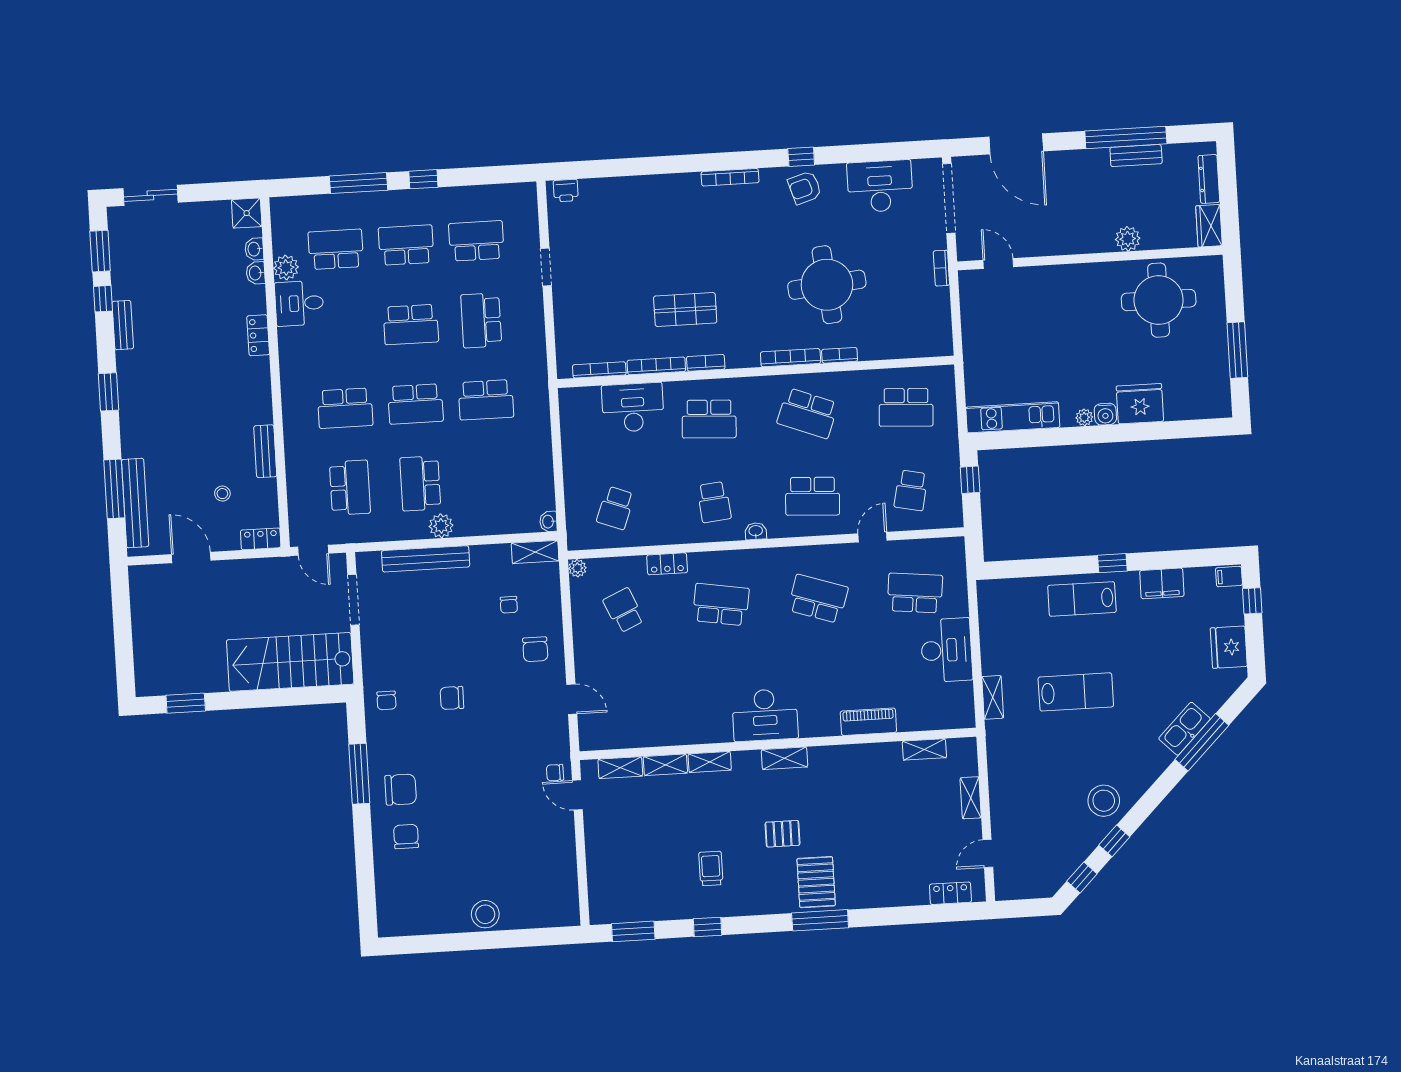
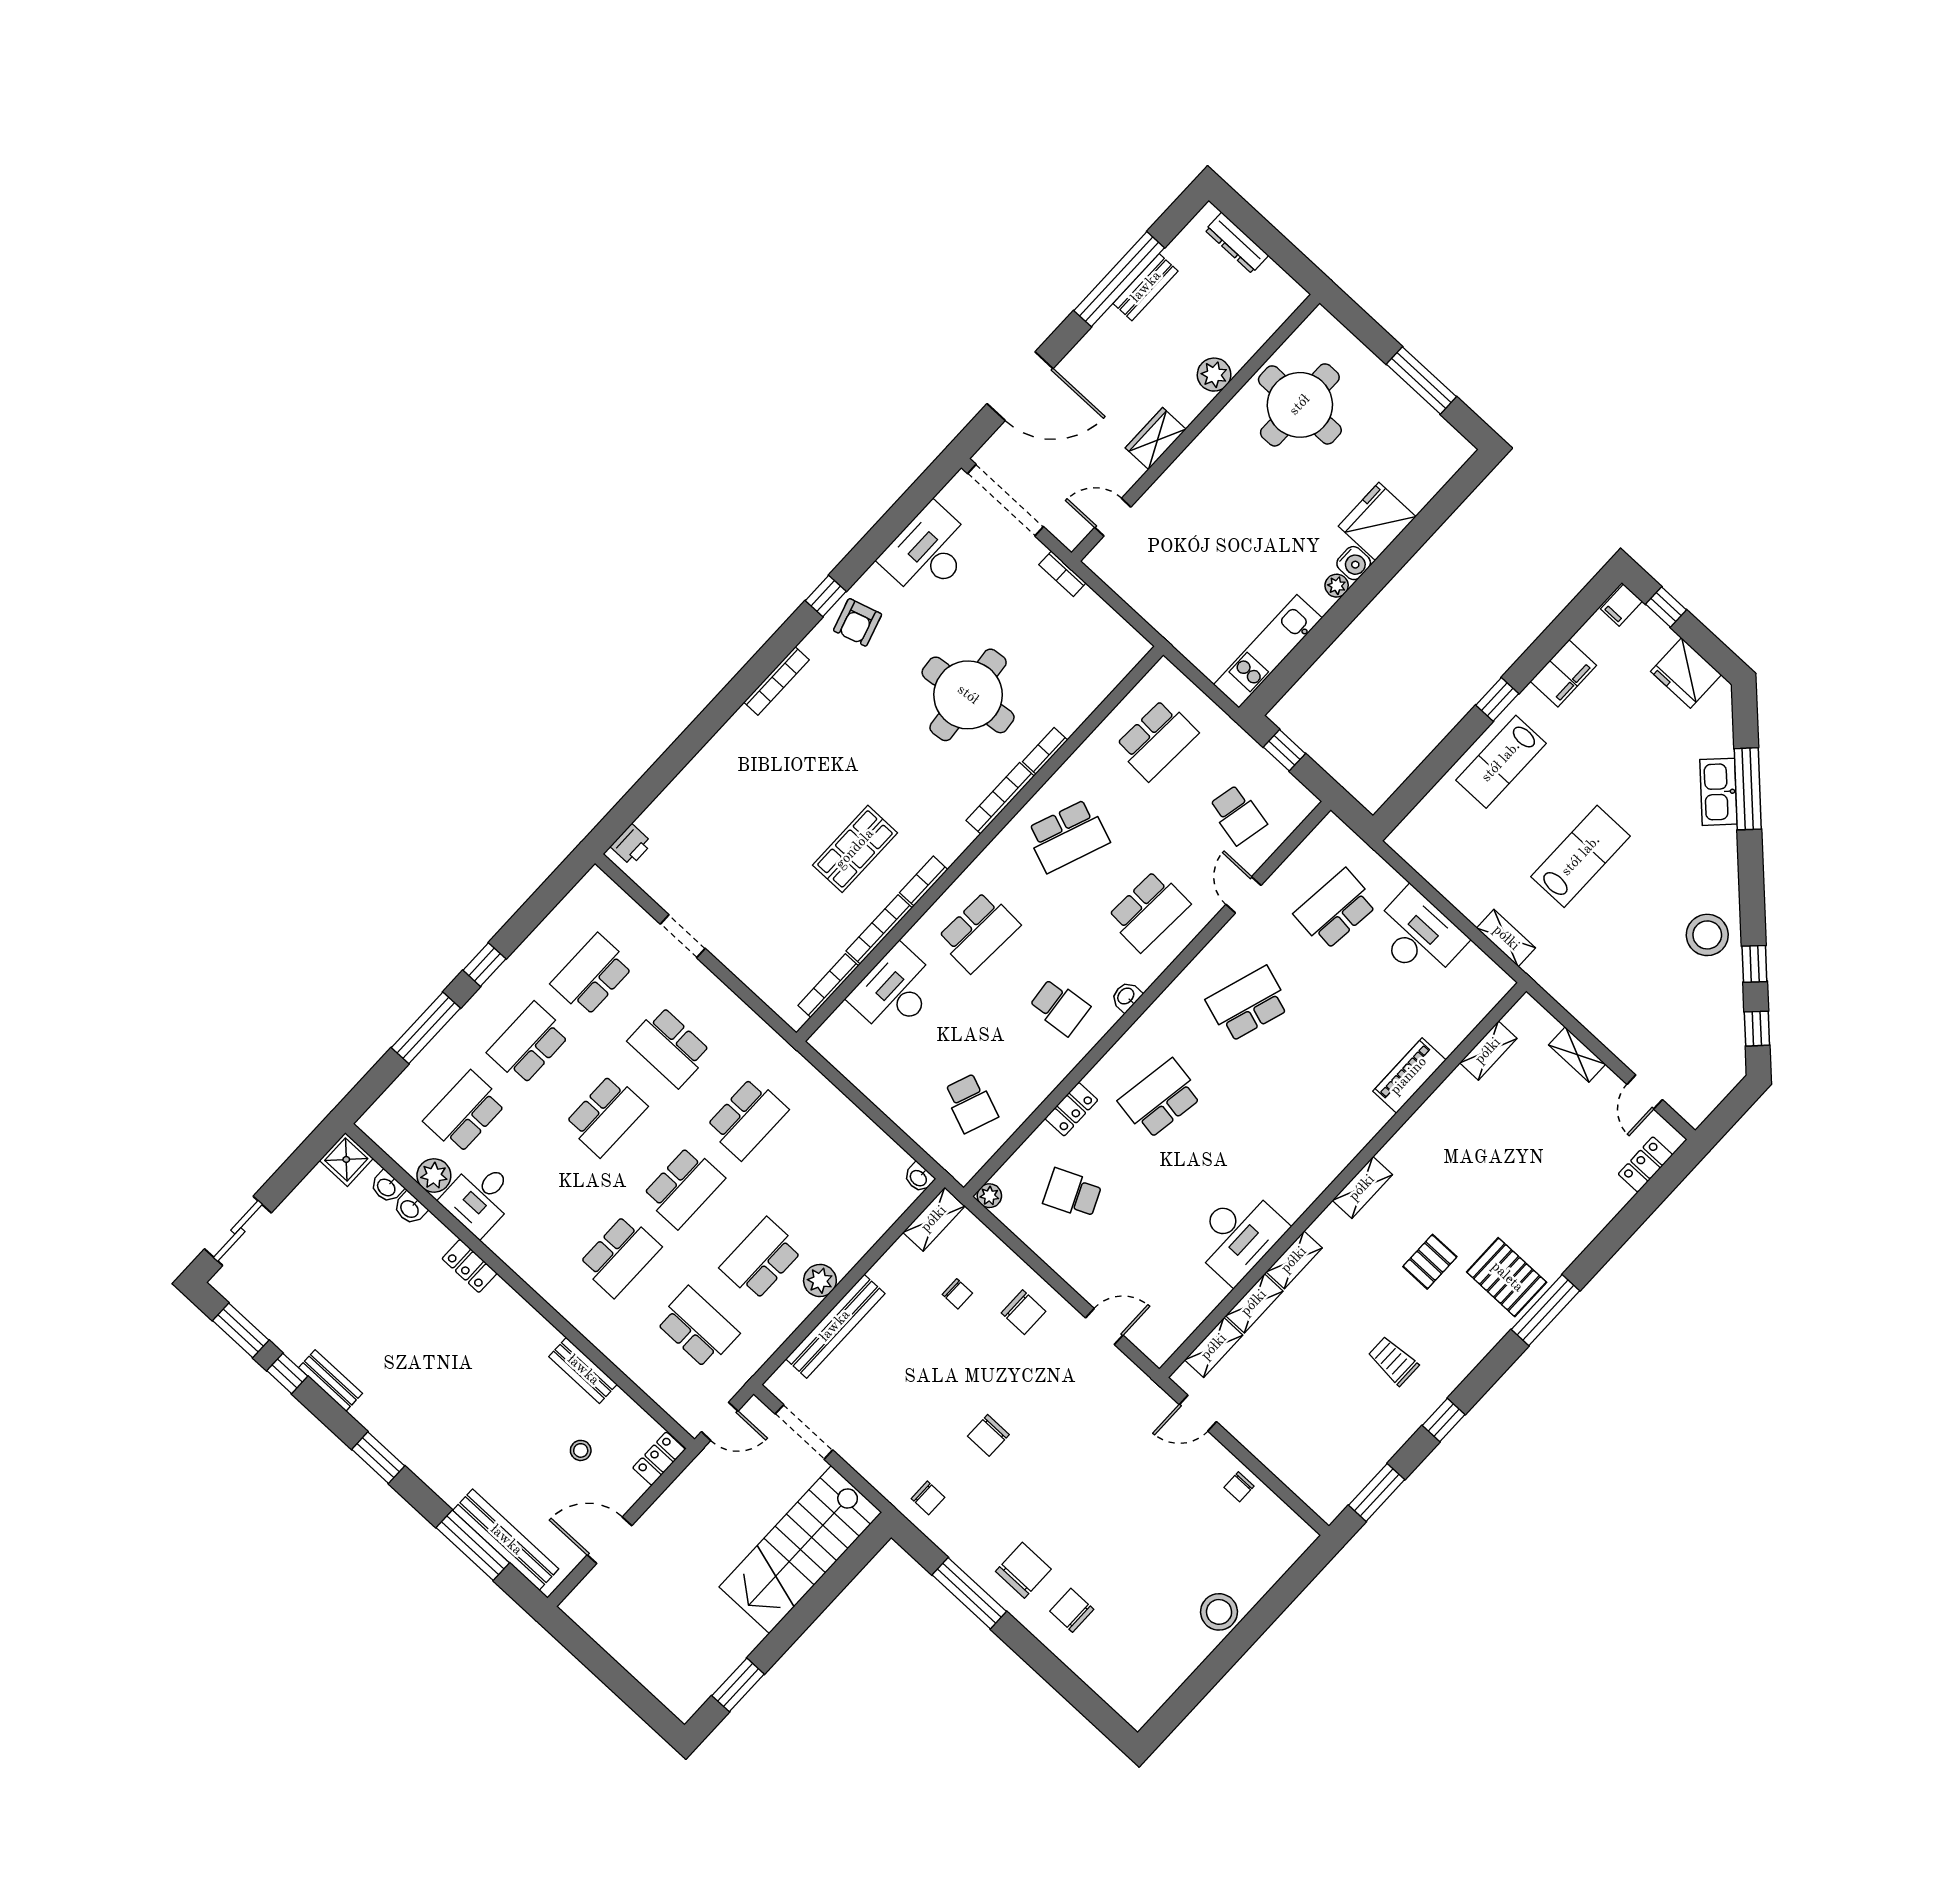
wardrobe: (1209, 226) -> (1156, 439), moved, turned 90
school desk: (420, 483) -> (761, 1259), turned 90
desk: (765, 715) -> (1238, 1235), moved
chair: (555, 773) -> (1239, 1487), moved

